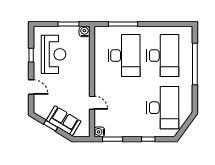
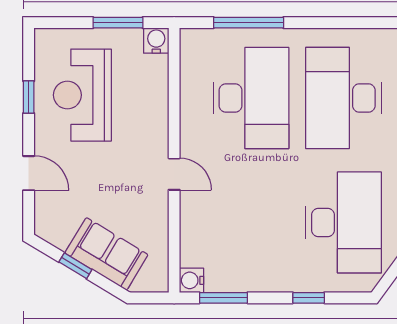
reception desk: (54, 54) -> (82, 95), turned 180
desk: (163, 56) -> (343, 98), turned 180
door: (92, 103) -> (174, 174), moved

